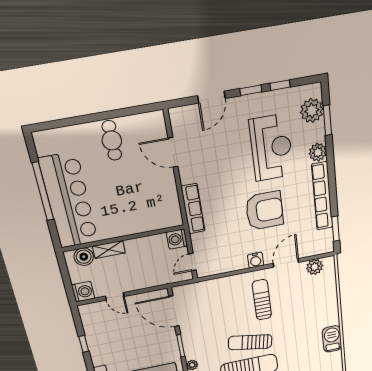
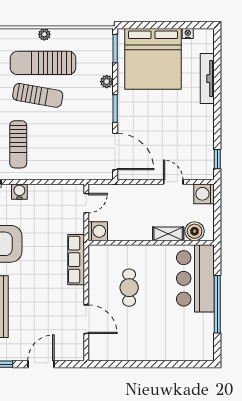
cafe table: (112, 140) -> (129, 288), moved
bar counter: (69, 201) -> (195, 278), width x0.73
window: (84, 344) -> (217, 159), moved

